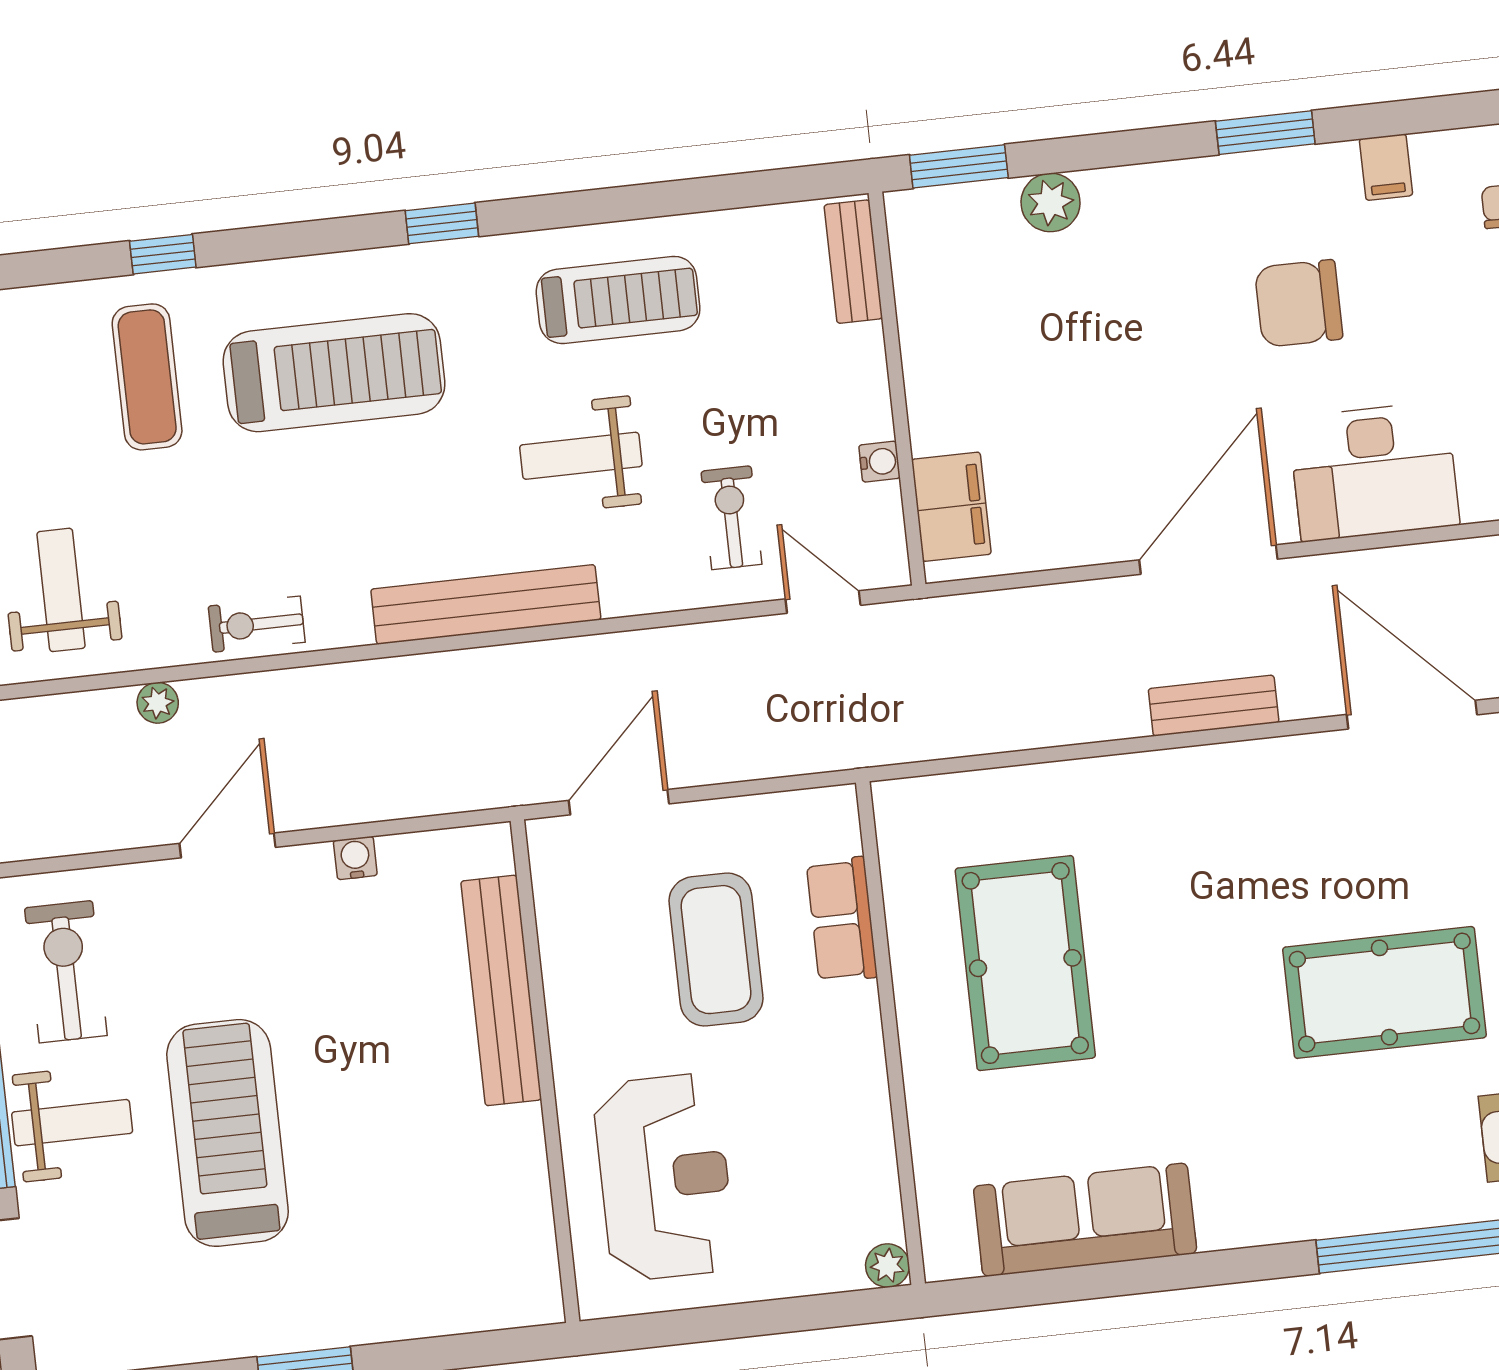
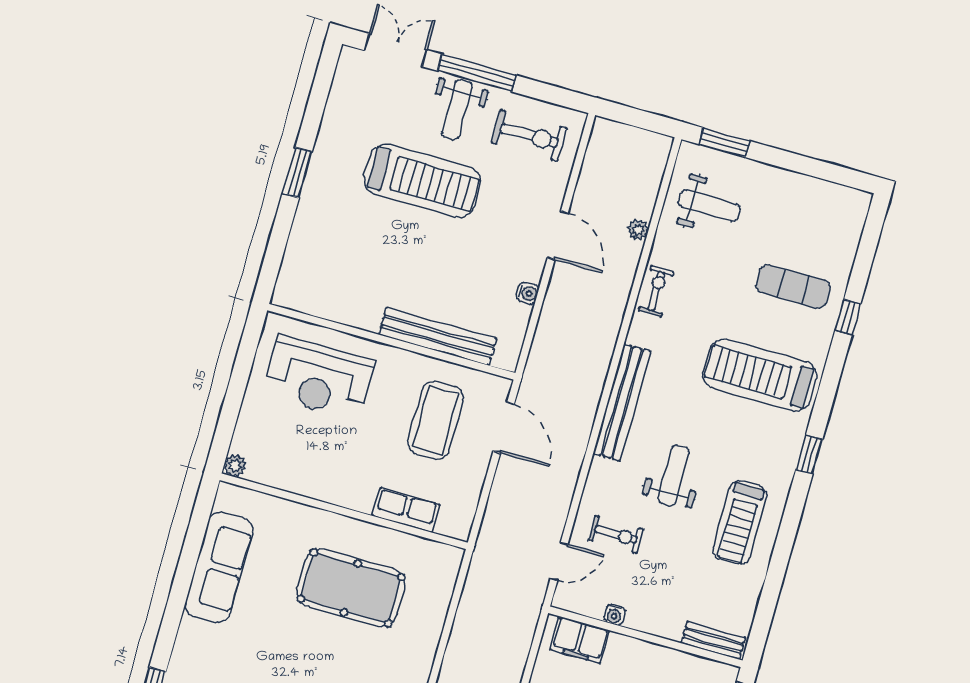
treadmill: (334, 373) -> (760, 375), turned 90
coffee table: (716, 950) -> (436, 420), moved, turned 90

